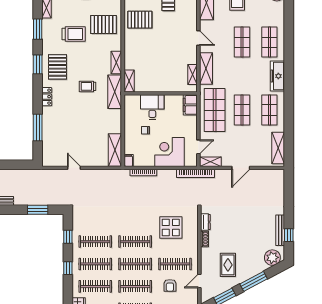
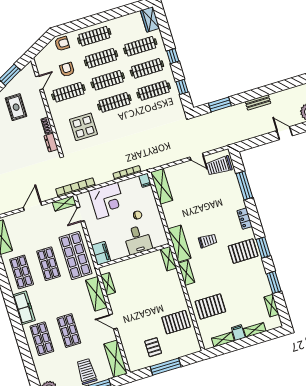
trolley: (74, 34) -> (219, 166), moved
pallet: (57, 67) -> (243, 251), turned 90

